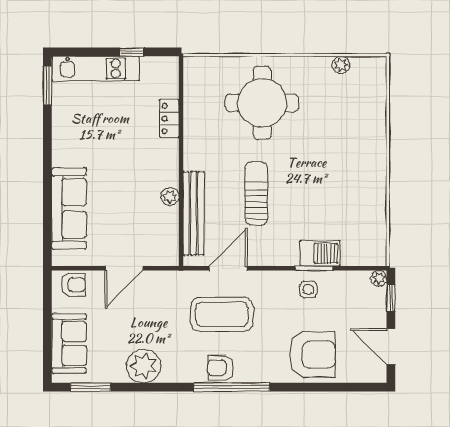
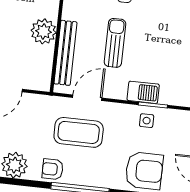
plant: (170, 197) -> (44, 31), width x1.87, depth x1.87
barbecue: (320, 253) -> (143, 92), moved
armchair: (221, 368) -> (53, 169), moved

